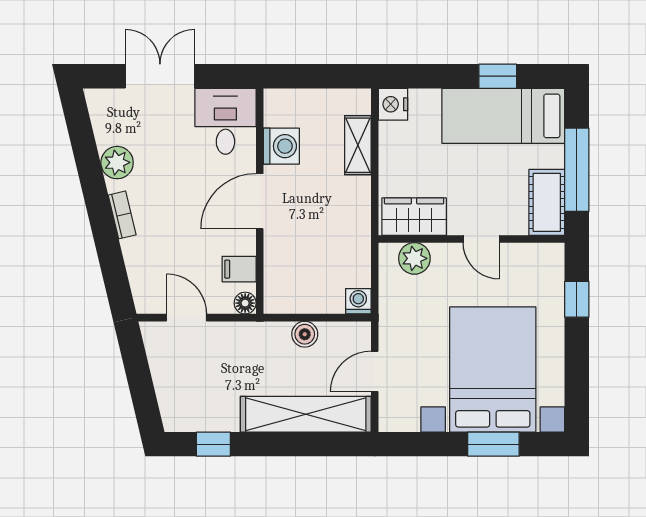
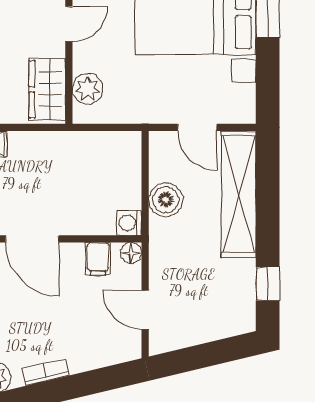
washing machine: (358, 301) -> (129, 223), moved
door: (187, 318) -> (145, 310), hinge flipped
boiler: (305, 334) -> (166, 200), width x1.36, depth x1.36

